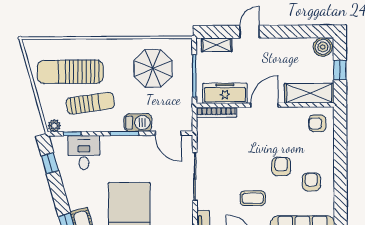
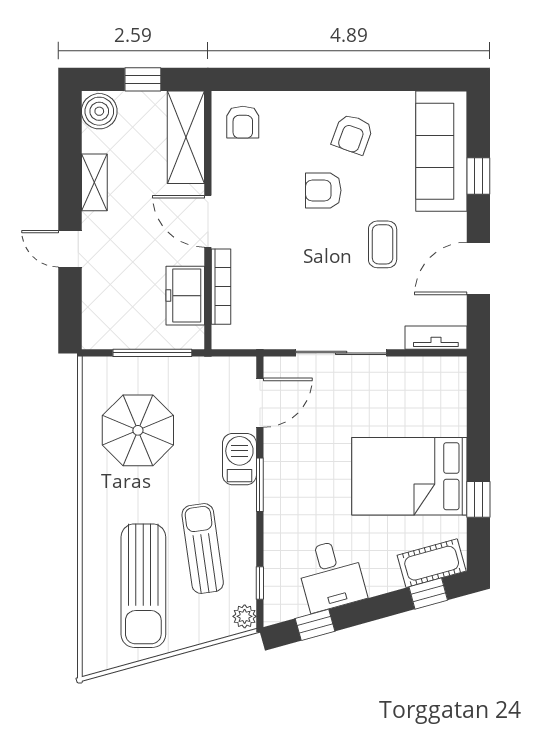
shelving: (217, 45) -> (94, 182), moved
freezer: (225, 93) -> (185, 296), width x0.71
bookcase: (216, 112) -> (221, 287), moved
desk: (84, 153) -> (331, 575), moved, turned -105
armchair: (311, 182) -> (352, 134), turned -70

